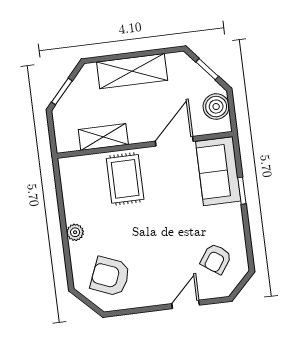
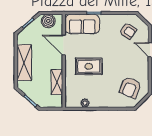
rug: (125, 179) -> (89, 66), moved
plant: (75, 232) -> (85, 103), moved

